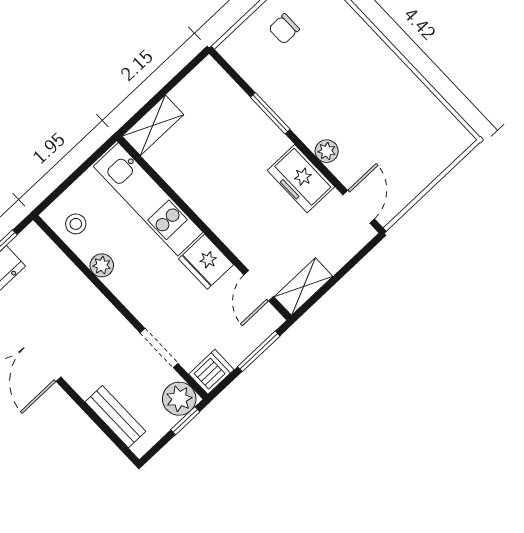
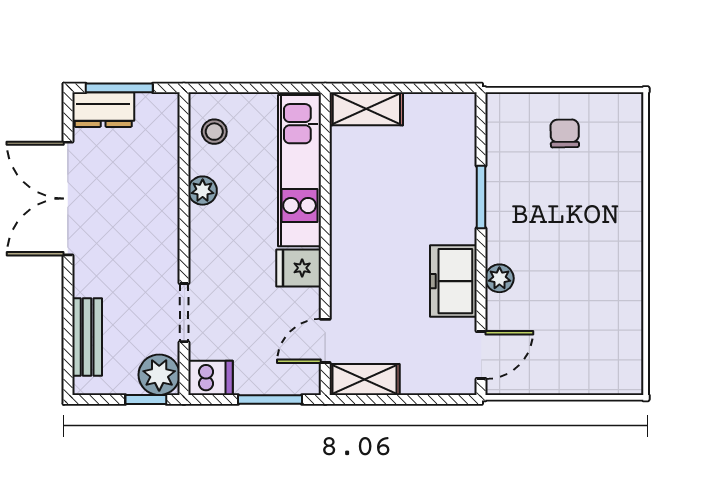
chair: (284, 29) -> (565, 133), turned 89
fridge: (206, 262) -> (299, 268), width x0.72

